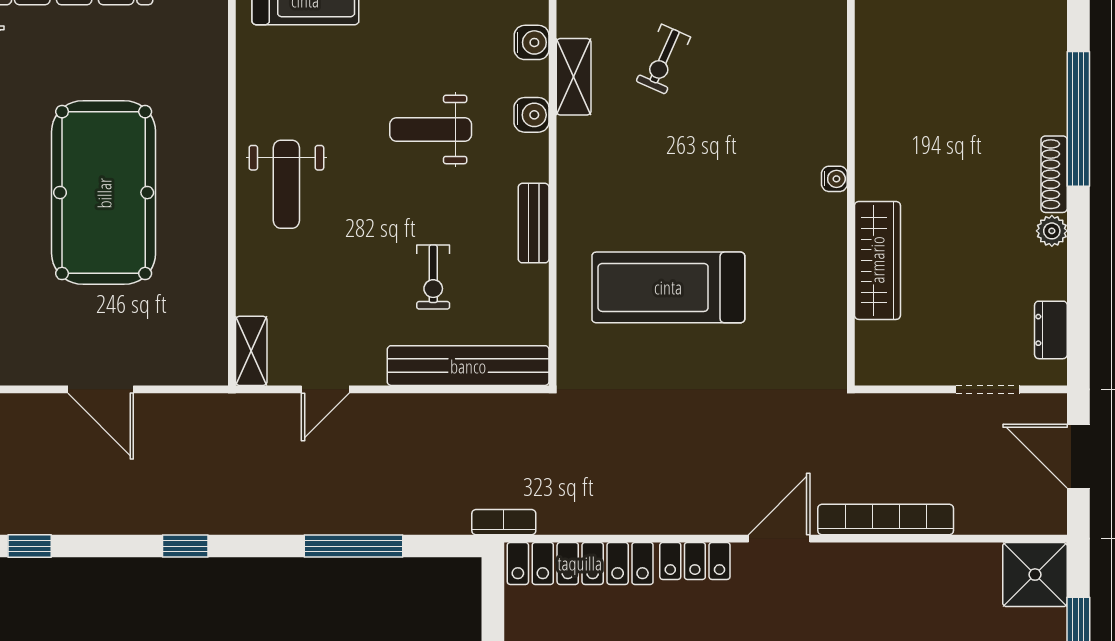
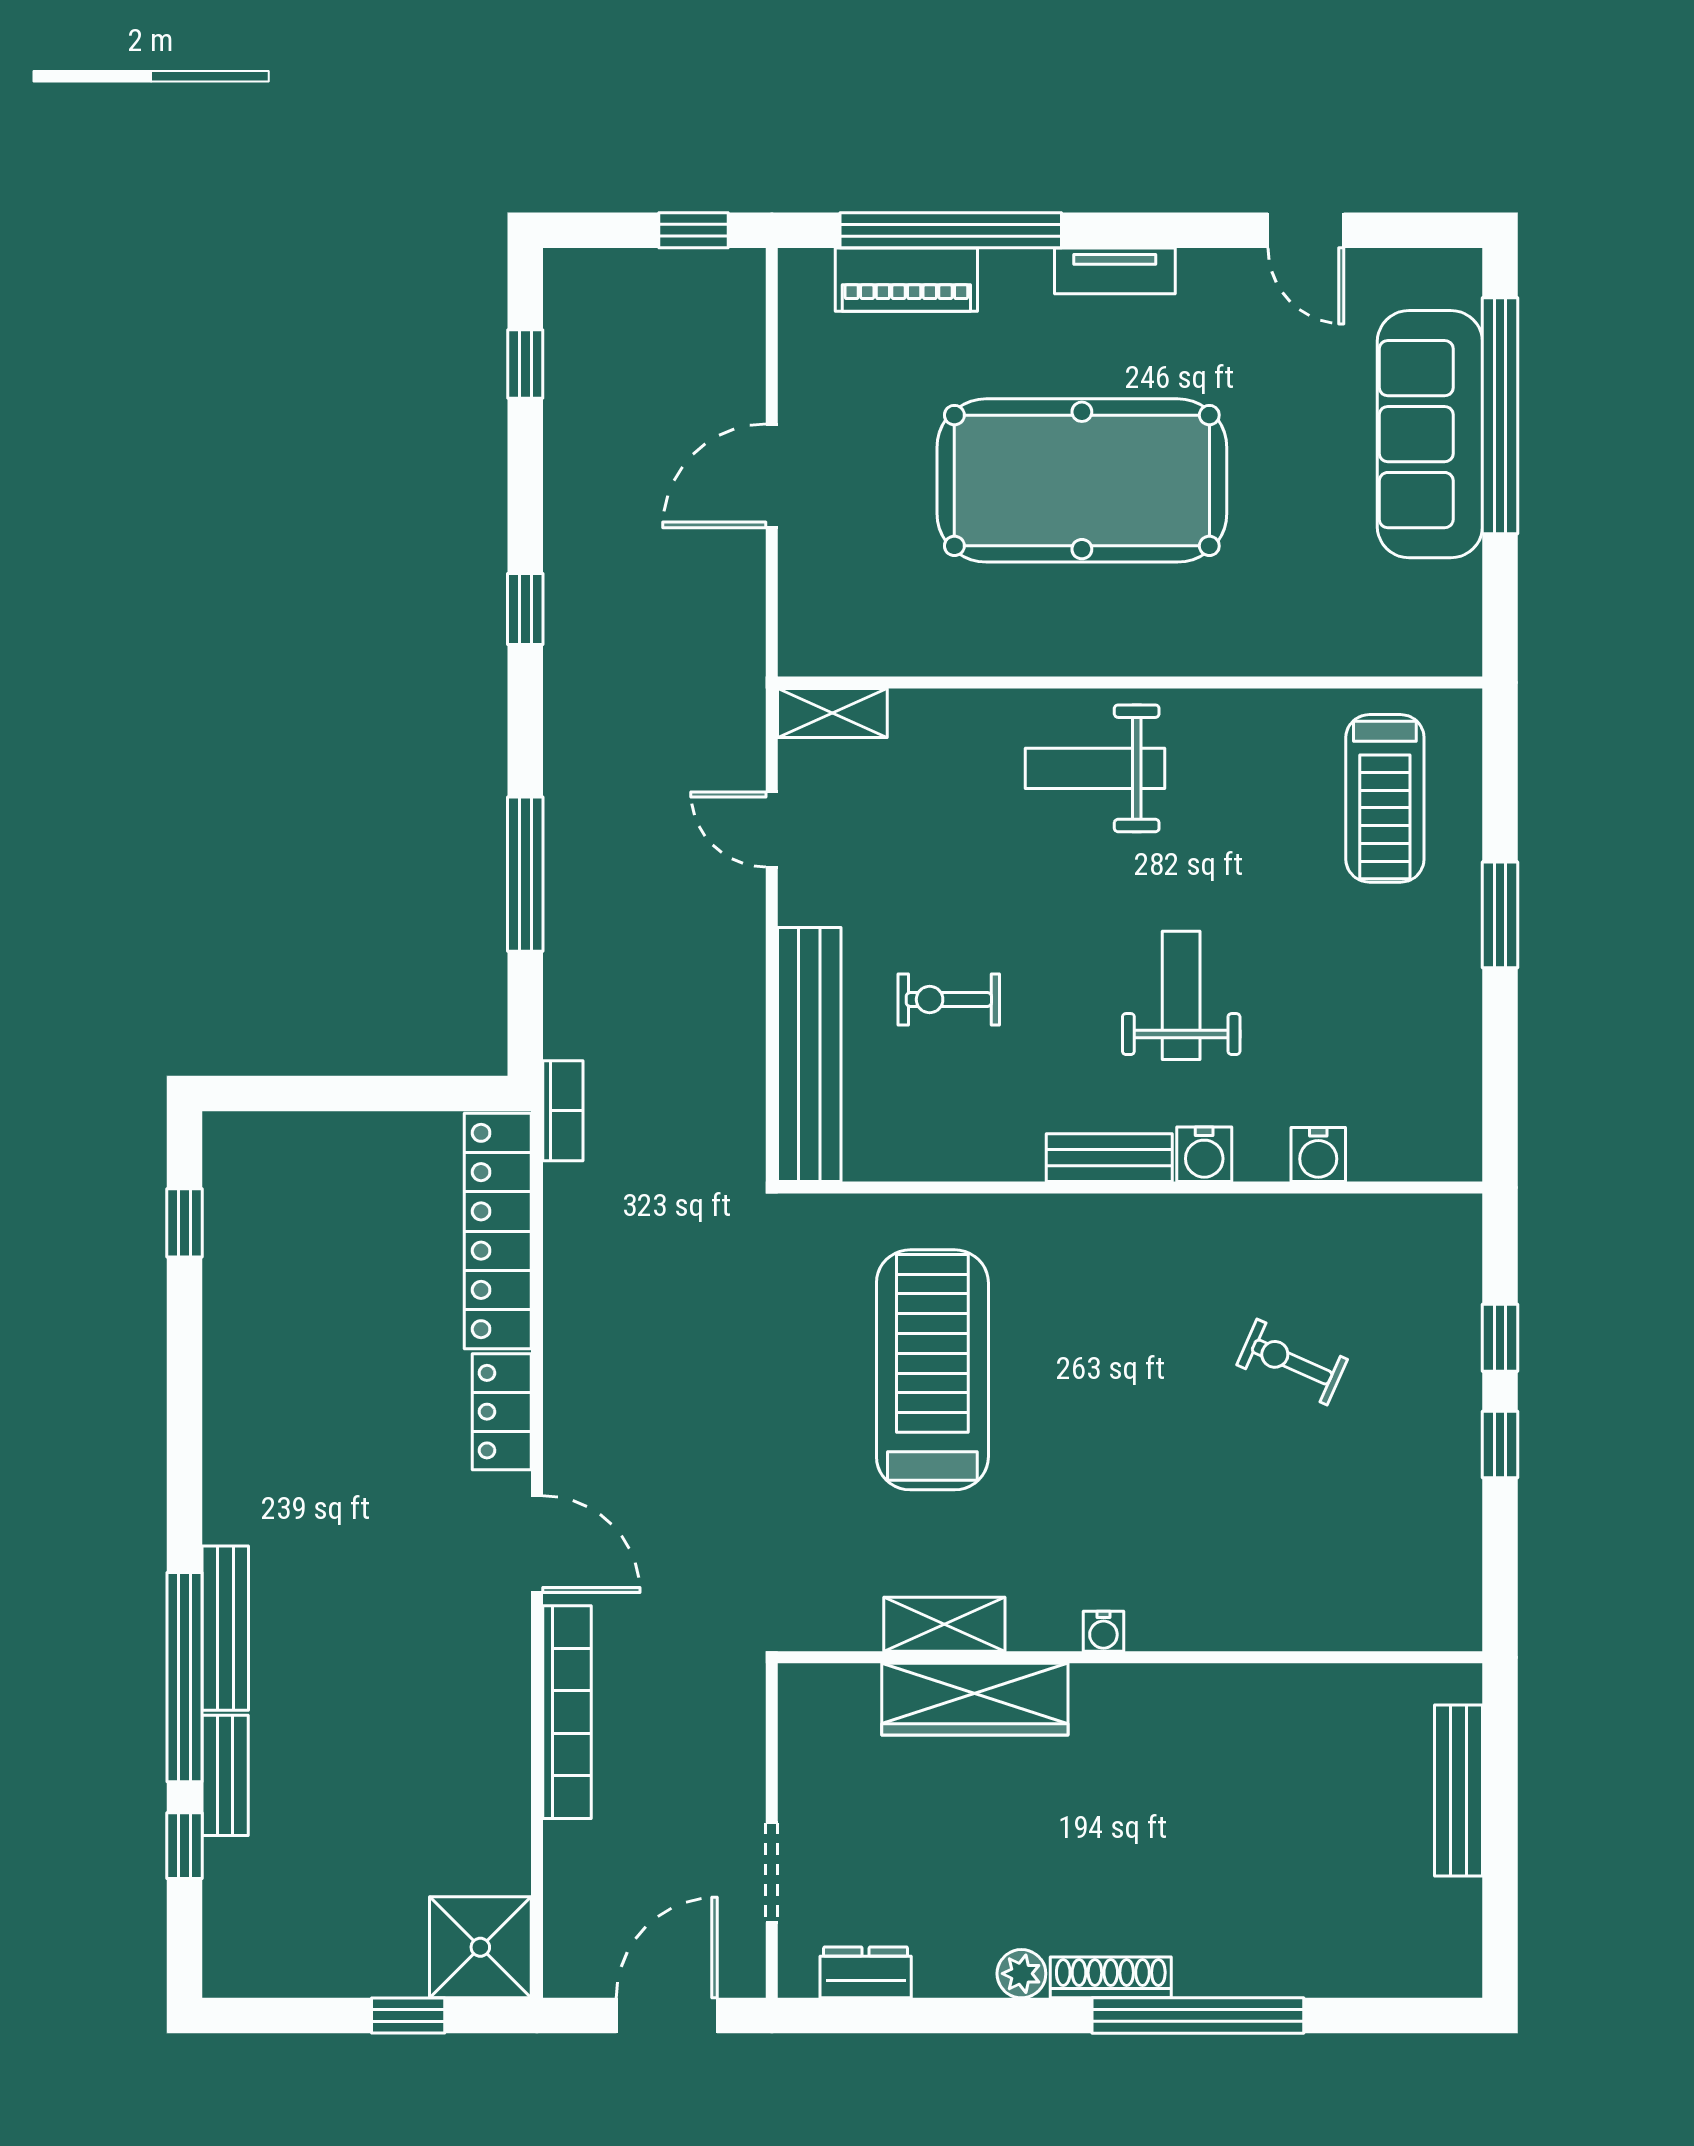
shelving: (574, 77) -> (944, 1624), moved
bench: (534, 223) -> (1109, 1158), moved

